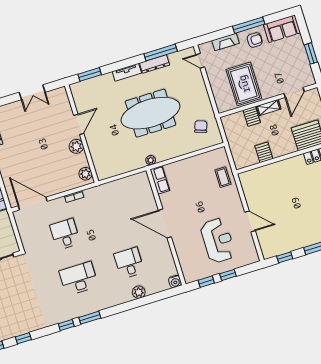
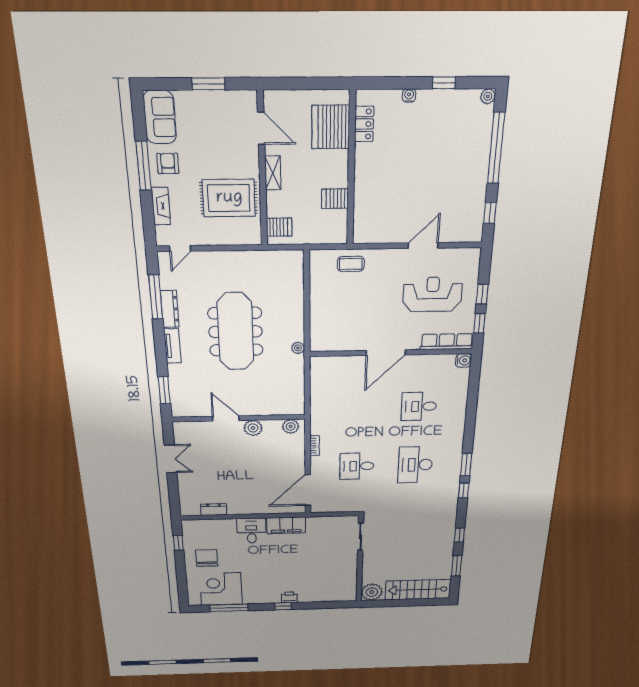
server rack: (252, 116) -> (279, 227), moved
chair: (201, 127) -> (273, 273), removed
row of seats: (160, 180) -> (447, 342), moved, width x1.48
plant: (139, 292) -> (459, 405), removed

